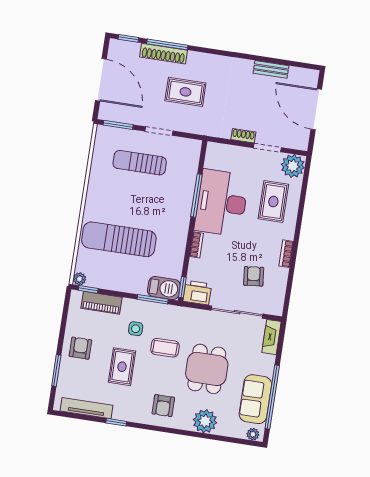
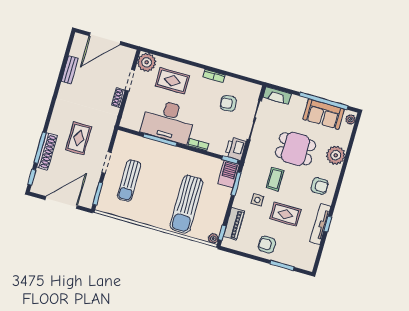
tv unit: (86, 408) -> (320, 224), moved

